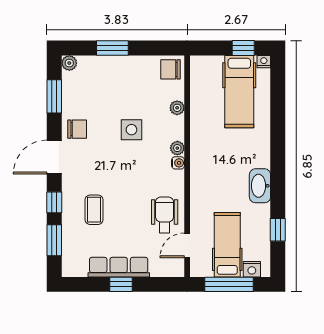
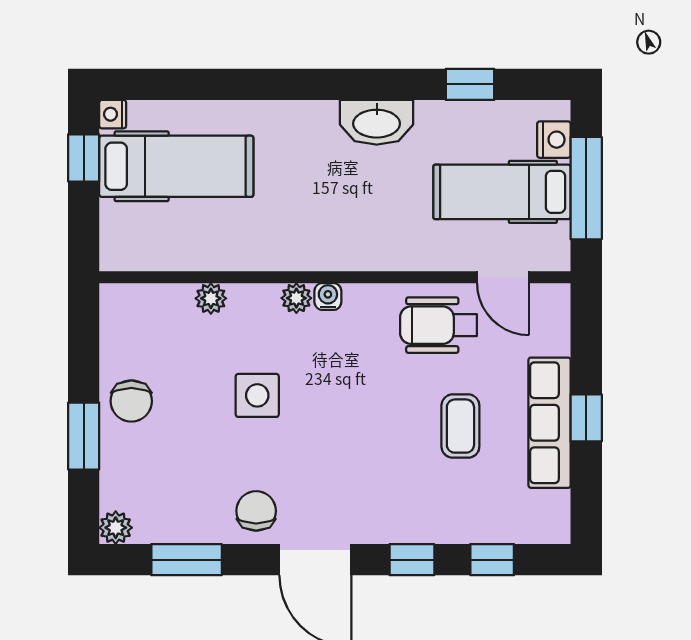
chair: (171, 69) -> (131, 401), moved
coffee table: (94, 210) -> (460, 426), moved, turned 90
window: (54, 240) -> (492, 560), width x0.67

